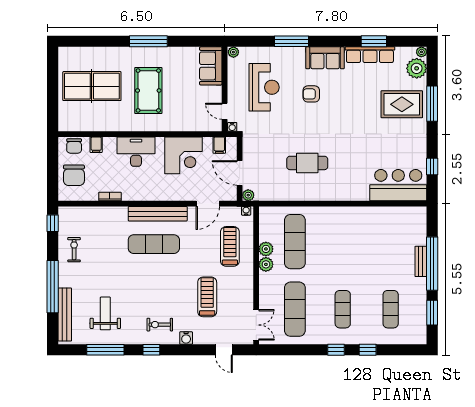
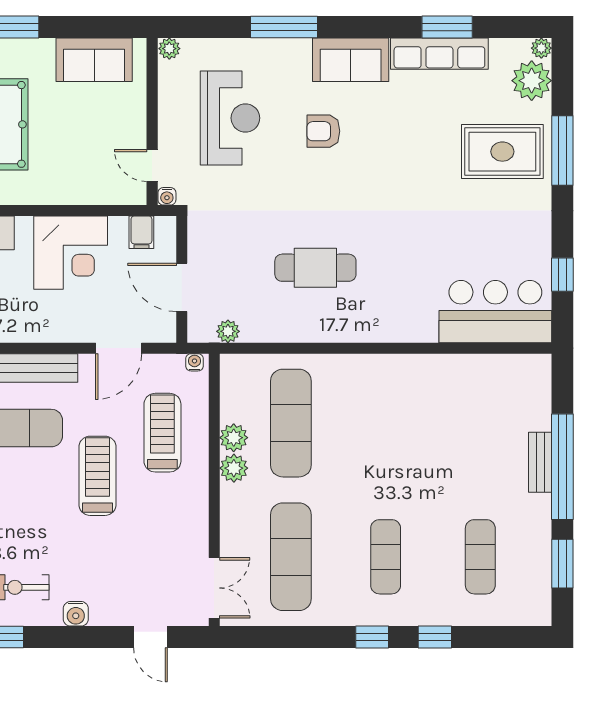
sofa: (211, 66) -> (94, 60), moved, turned -90
plant: (248, 195) -> (228, 331), moved
treadmill: (207, 297) -> (98, 476), moved

